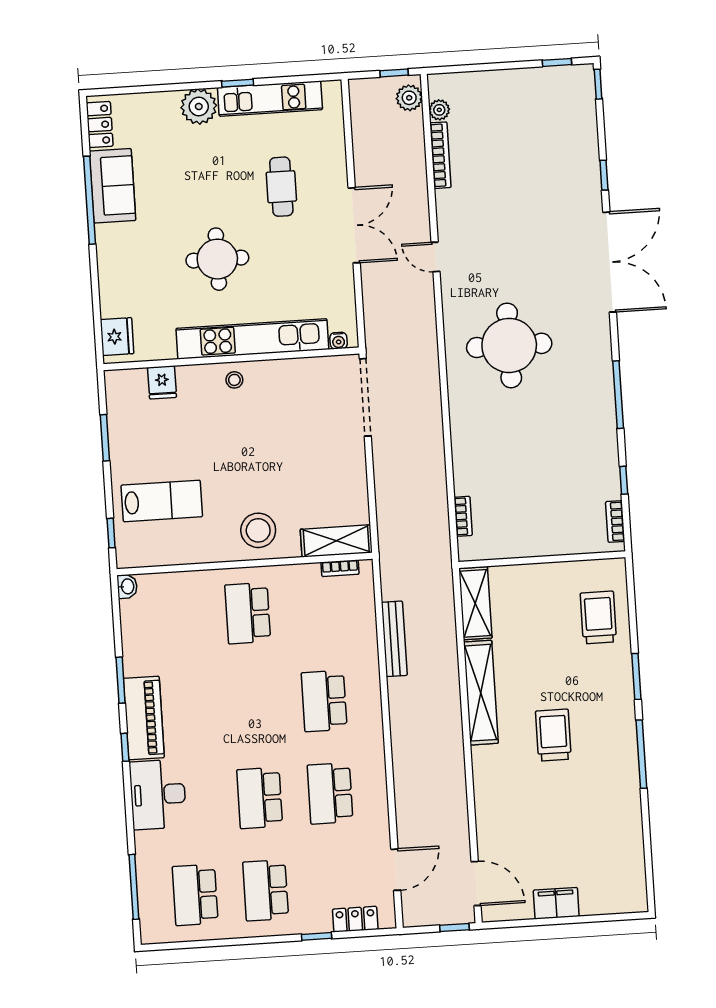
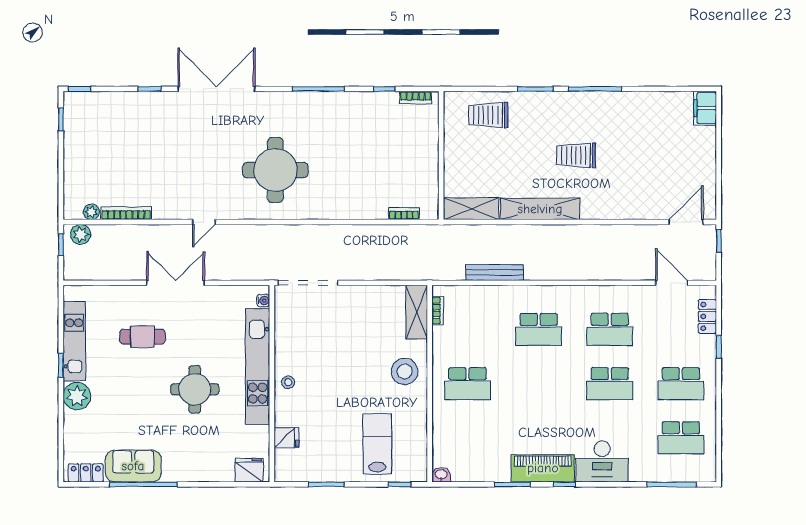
filing cabinet: (556, 903) -> (705, 108), moved

